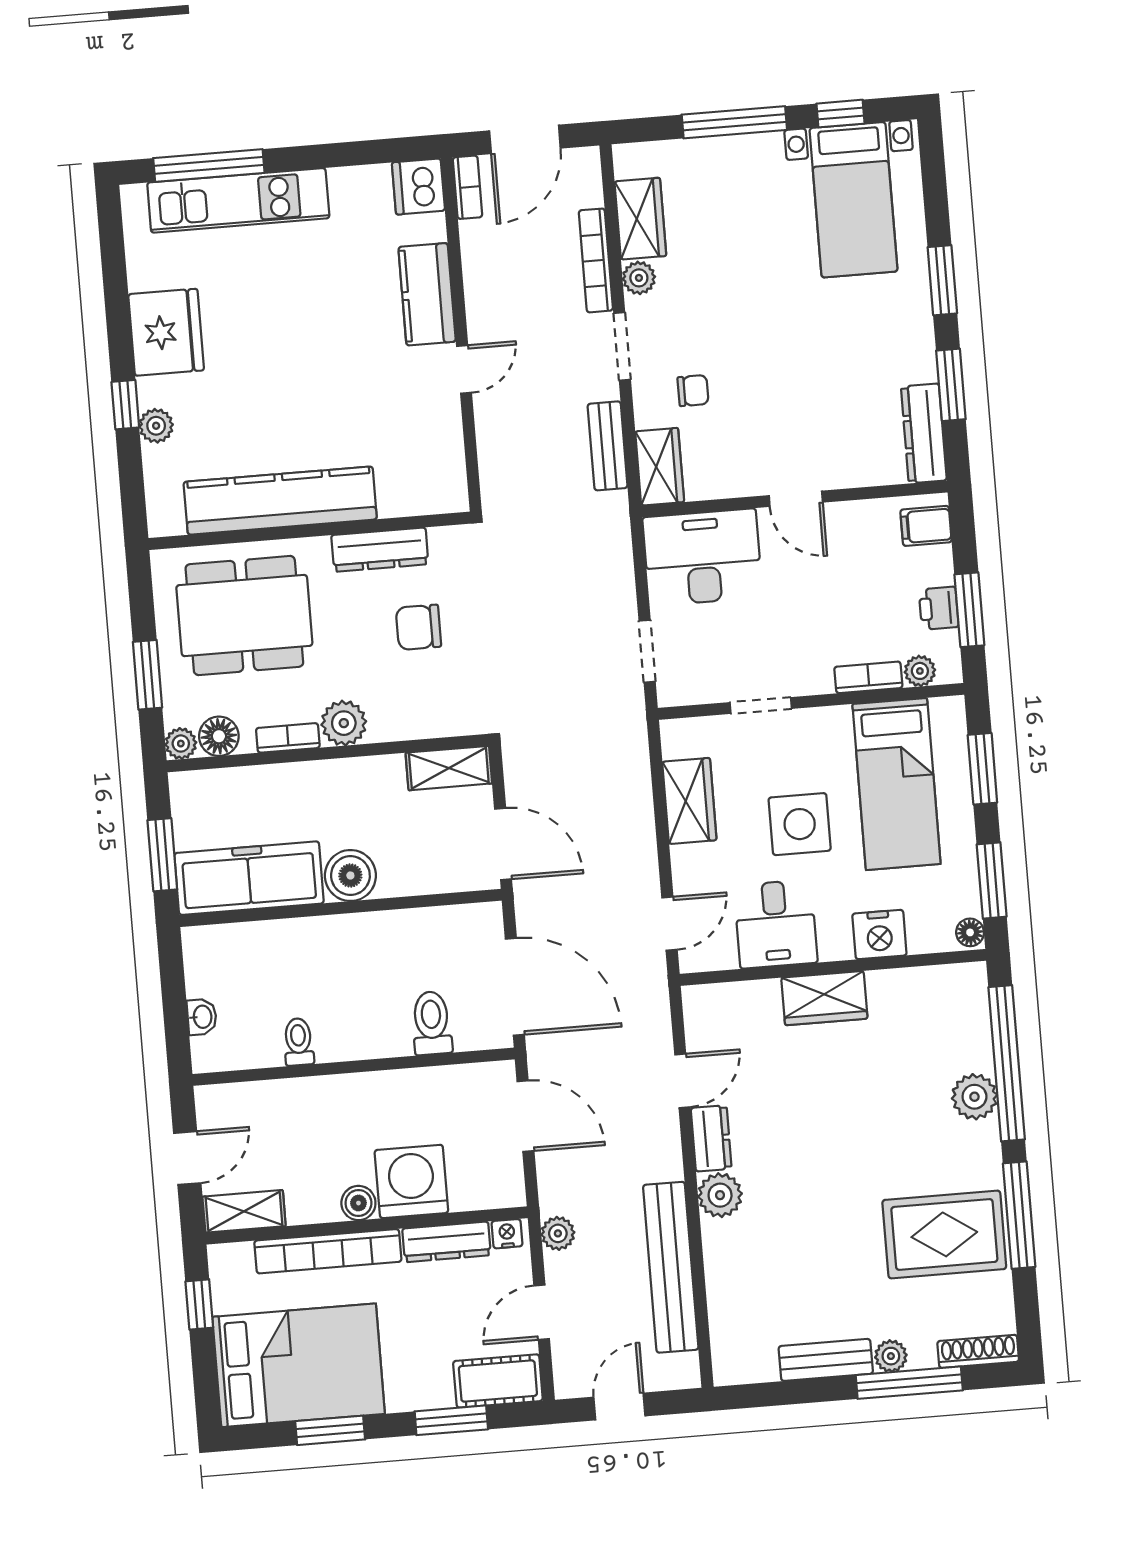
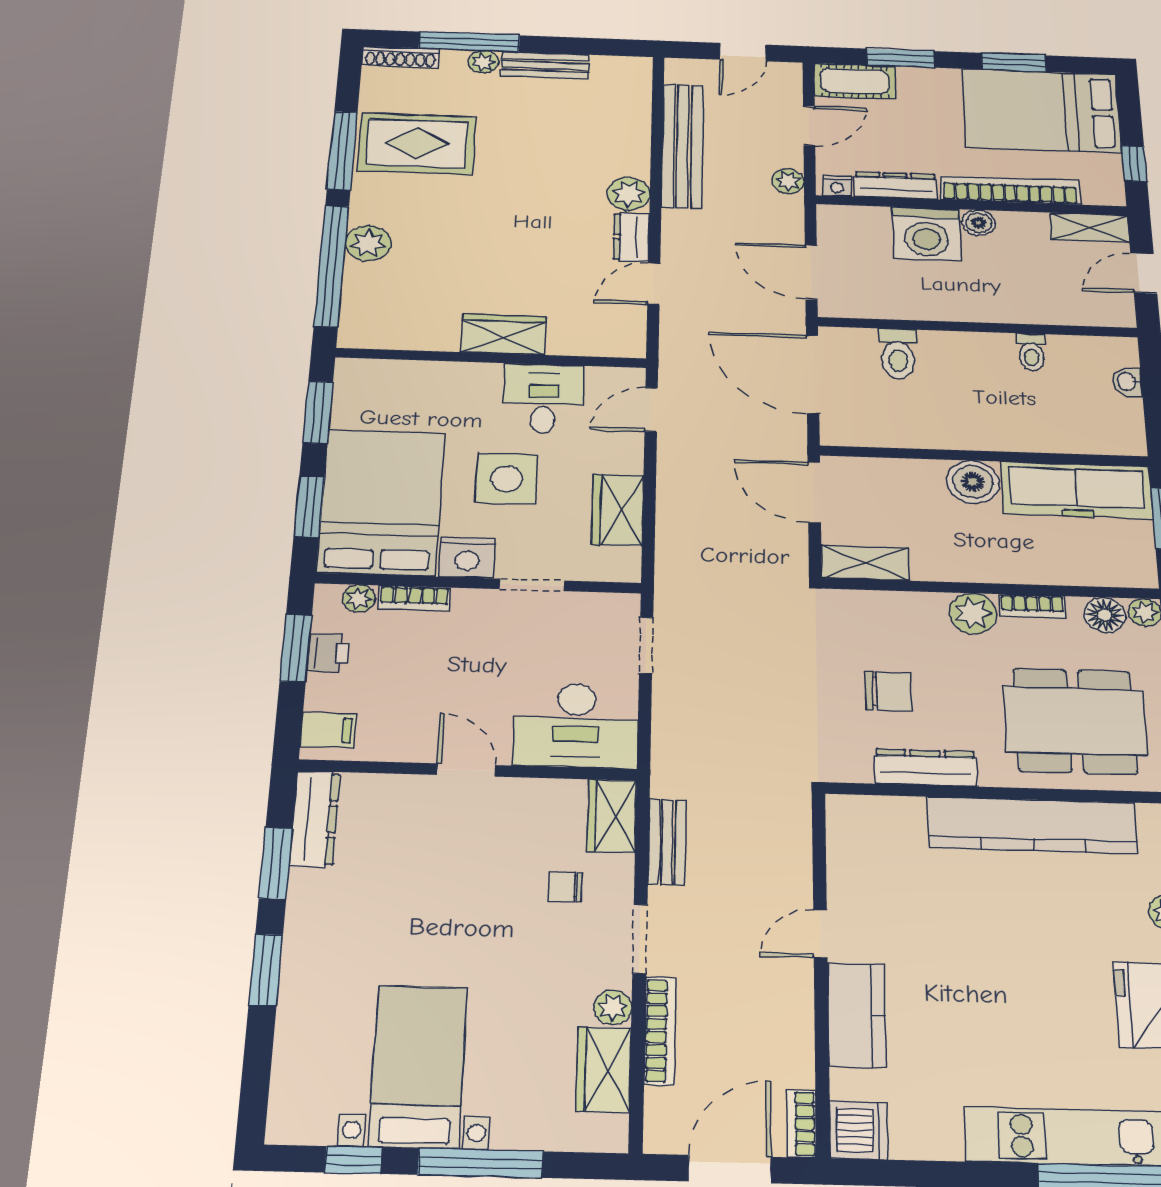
bed with nightstands: (853, 200) -> (418, 1066), moved
bed: (896, 784) -> (381, 502), width x1.50
floor lamp: (970, 932) -> (348, 372), removed
nightstand: (879, 935) -> (467, 557), moved, turned 180

